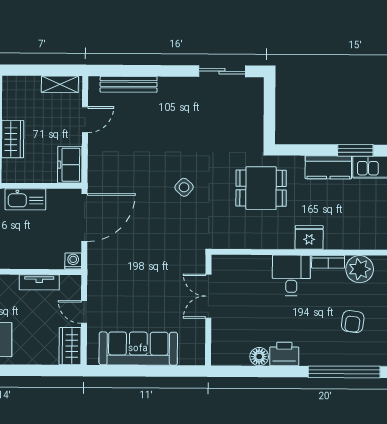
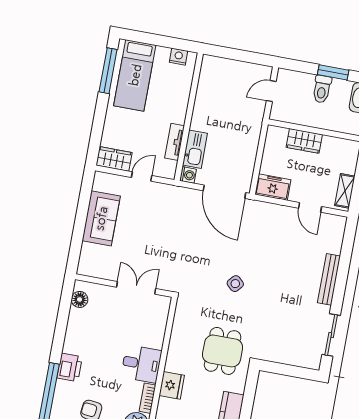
bench: (129, 84) -> (329, 279), moved
kitchen sink: (25, 199) -> (195, 149), moved, turned 180
sofa: (138, 349) -> (101, 218), width x0.73
printer: (284, 354) -> (70, 367), moved
floor lamp: (259, 357) -> (80, 299), moved

